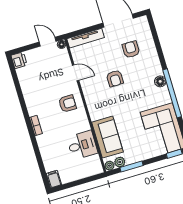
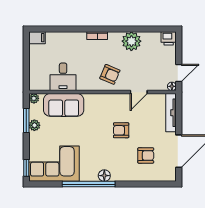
plant: (32, 93) -> (131, 41), added
armchair: (67, 104) -> (110, 74), turned -67
plant: (120, 162) -> (34, 125), moved

